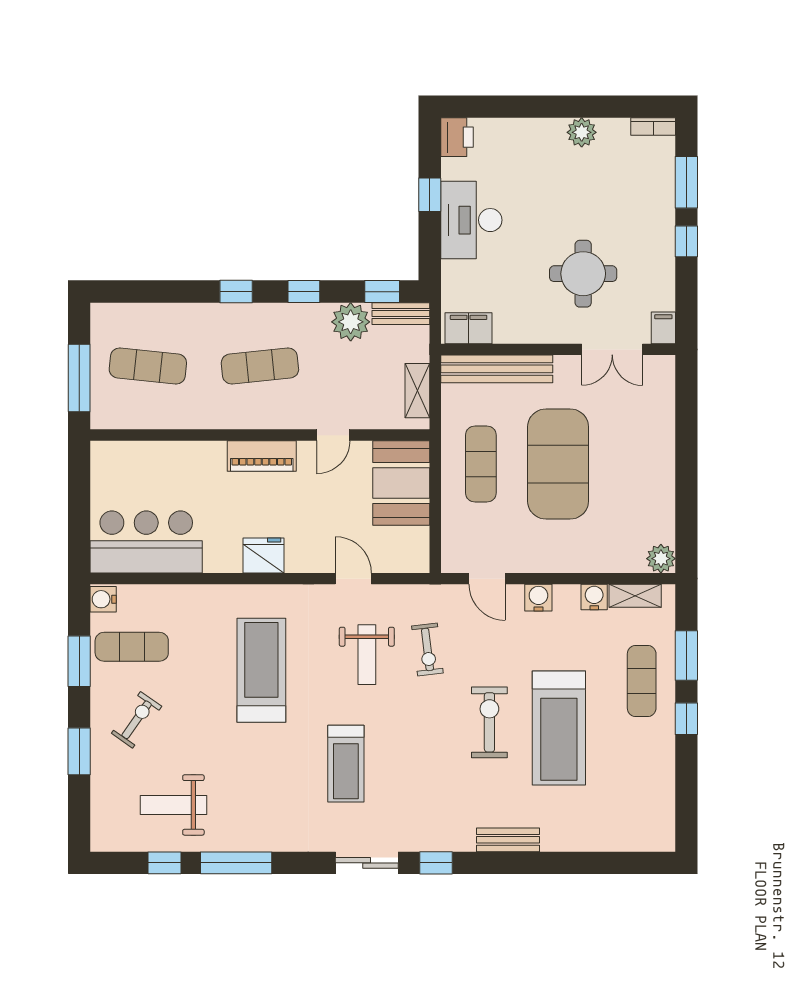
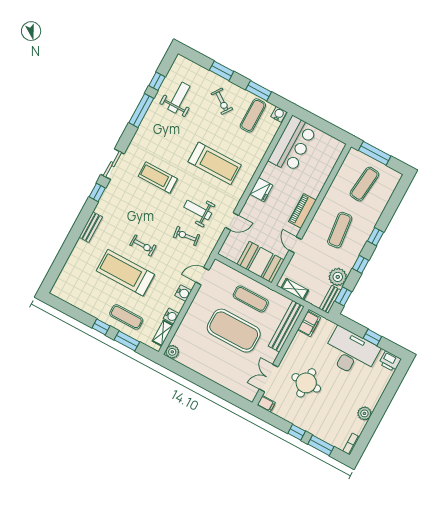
desk: (471, 220) -> (351, 353), width x1.36, depth x1.30
exercise bike: (489, 722) -> (143, 245), width x0.73, depth x0.72

